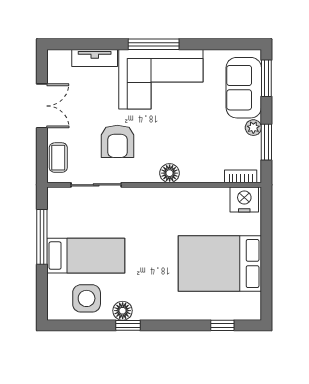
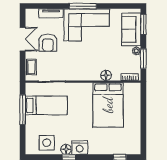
armchair: (117, 141) -> (48, 43), moved
floor lamp: (170, 173) -> (106, 75), moved
nightstand: (244, 200) -> (80, 148), moved, turned 180
bed: (86, 256) -> (46, 105), moved
bed: (220, 264) -> (108, 105), moved, turned -90

